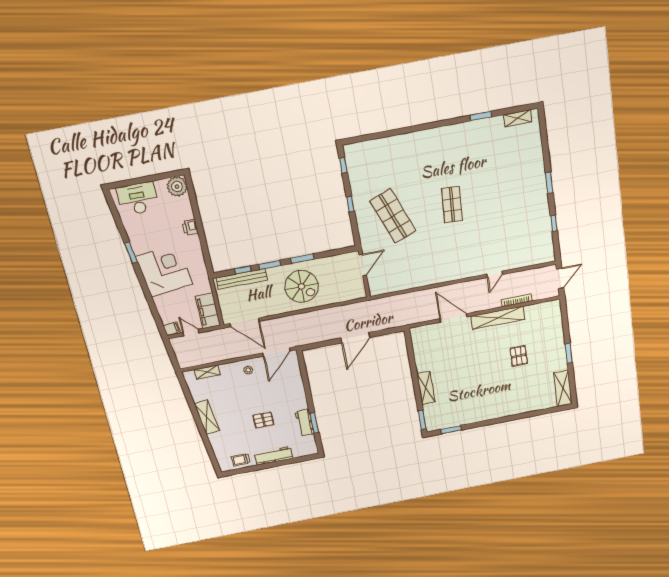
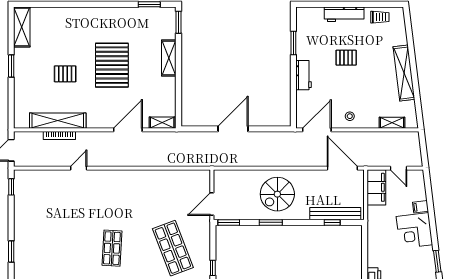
window: (554, 223) -> (11, 187), moved
window: (270, 265) -> (229, 222), moved
corner desk: (164, 270) -> (414, 231), width x0.74, depth x0.74
spiral stairs: (302, 286) -> (277, 194), turned -90
door: (453, 318) -> (128, 130), swing flipped
shelving: (498, 318) -> (58, 121), moved
filing cabinet: (172, 329) -> (421, 207), moved
shelving: (423, 330) -> (162, 123), added
pallet: (519, 356) -> (65, 74), turned 90
pallet: (477, 372) -> (112, 65), added
shelving: (207, 417) -> (404, 73), width x1.47
workbench: (305, 423) -> (304, 75), moved

